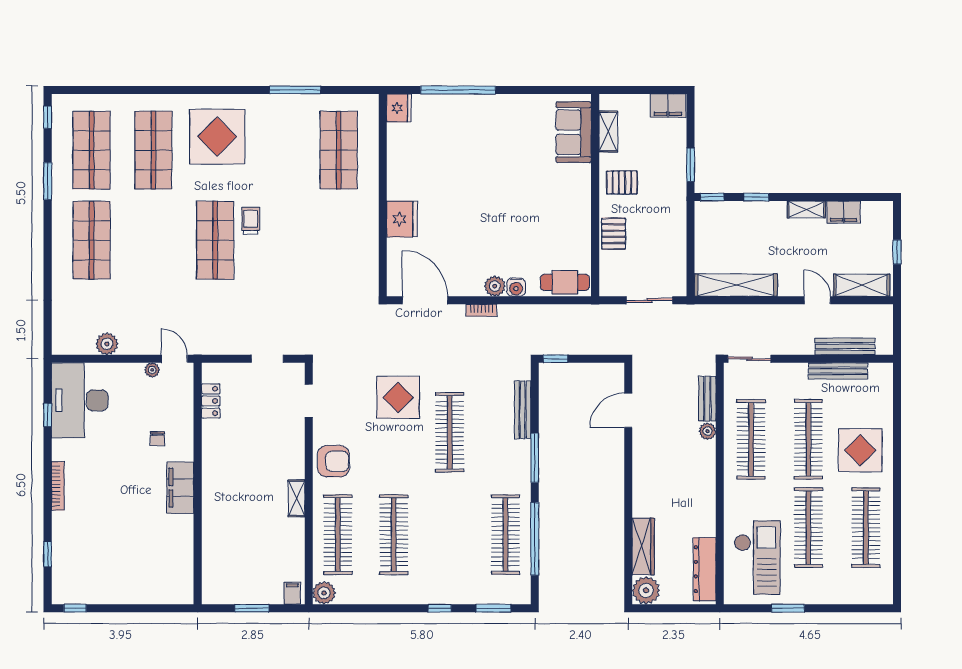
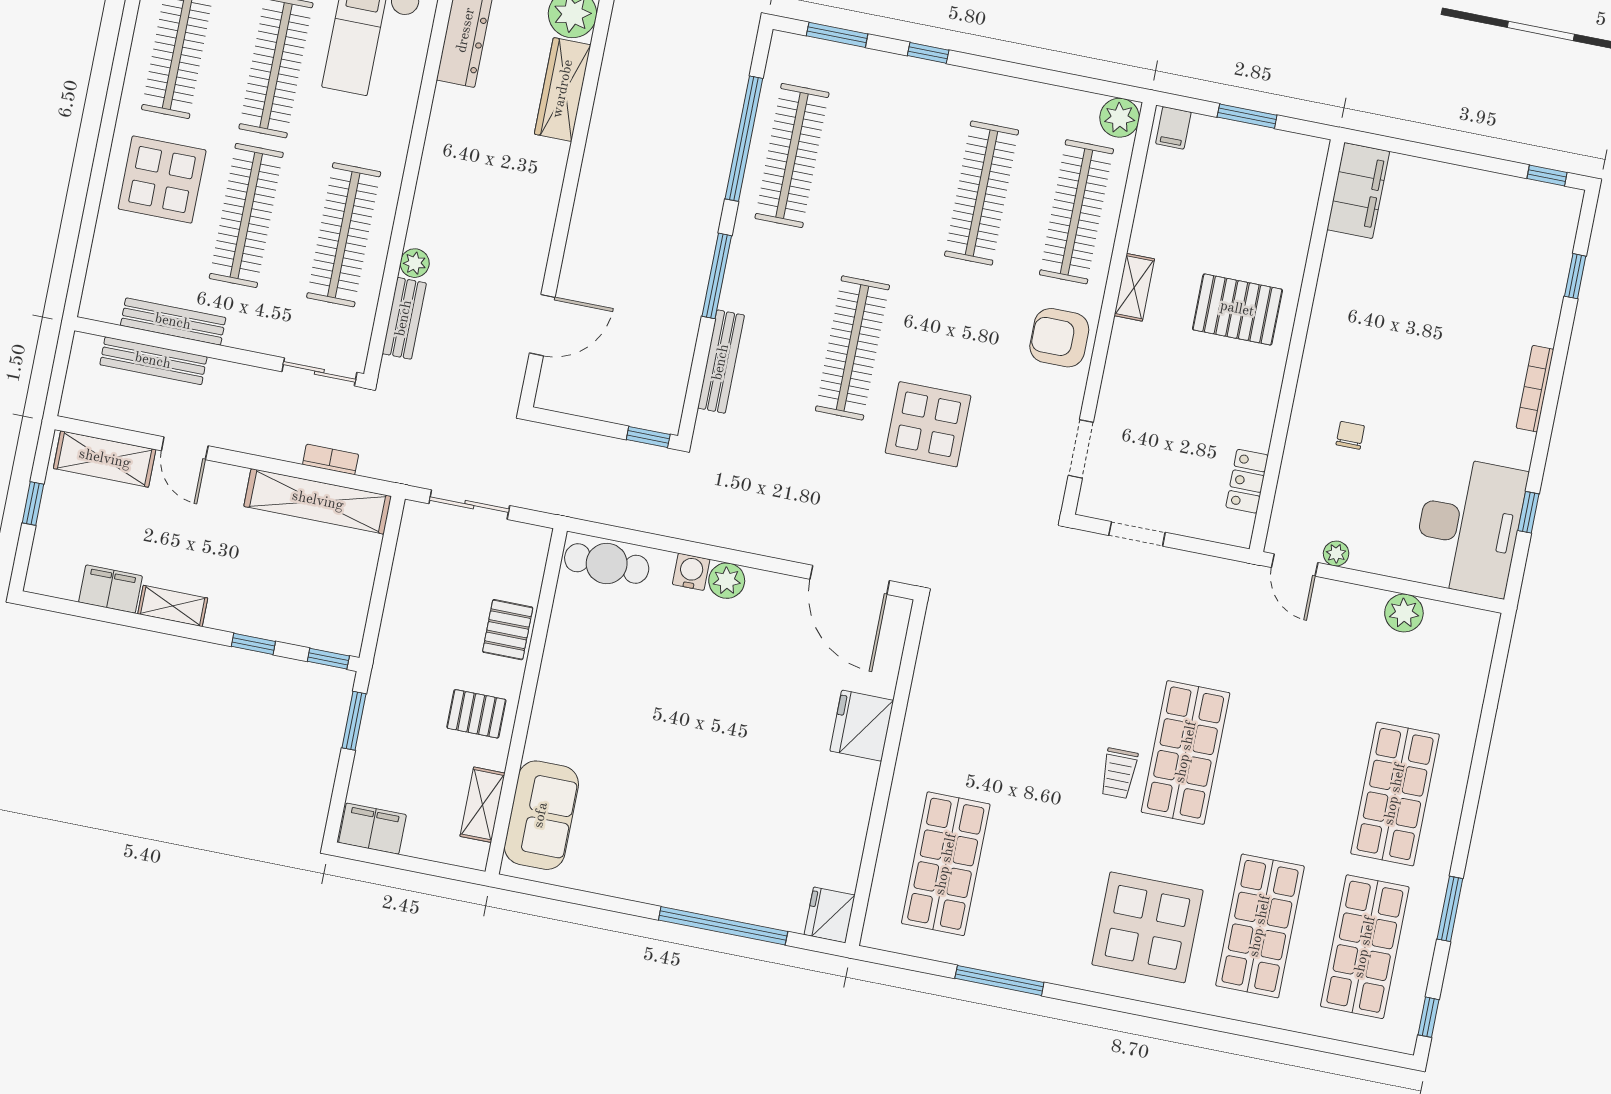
bookcase: (481, 310) -> (331, 459), moved
filing cabinet: (180, 488) -> (1358, 190), moved
pallet: (236, 497) -> (1237, 309), added

